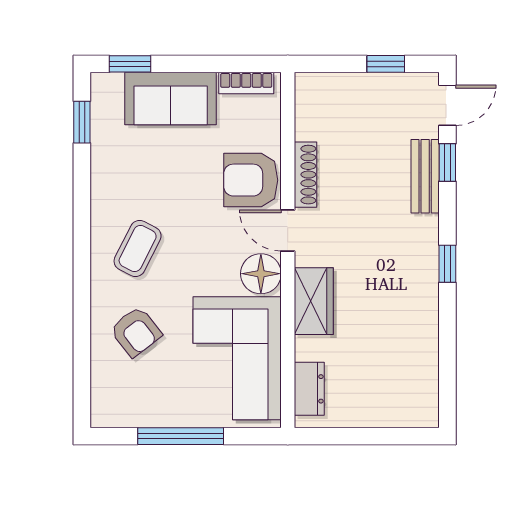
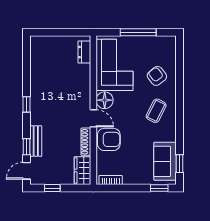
sofa: (171, 98) -> (165, 161), moved, turned -90
wardrobe: (314, 301) -> (82, 171), moved

